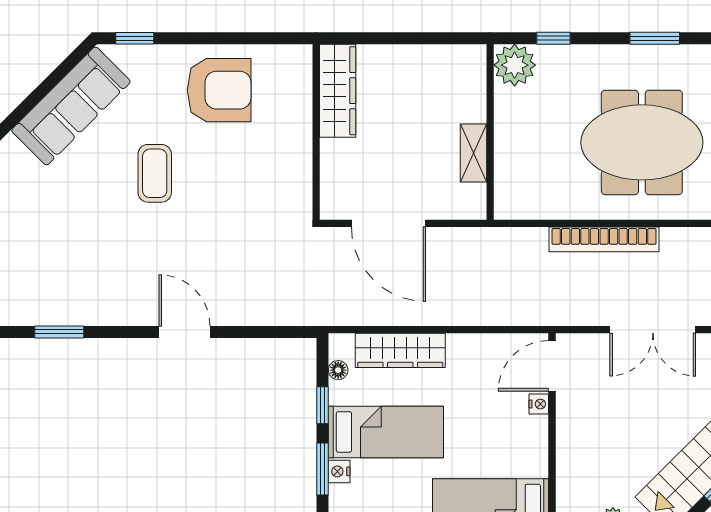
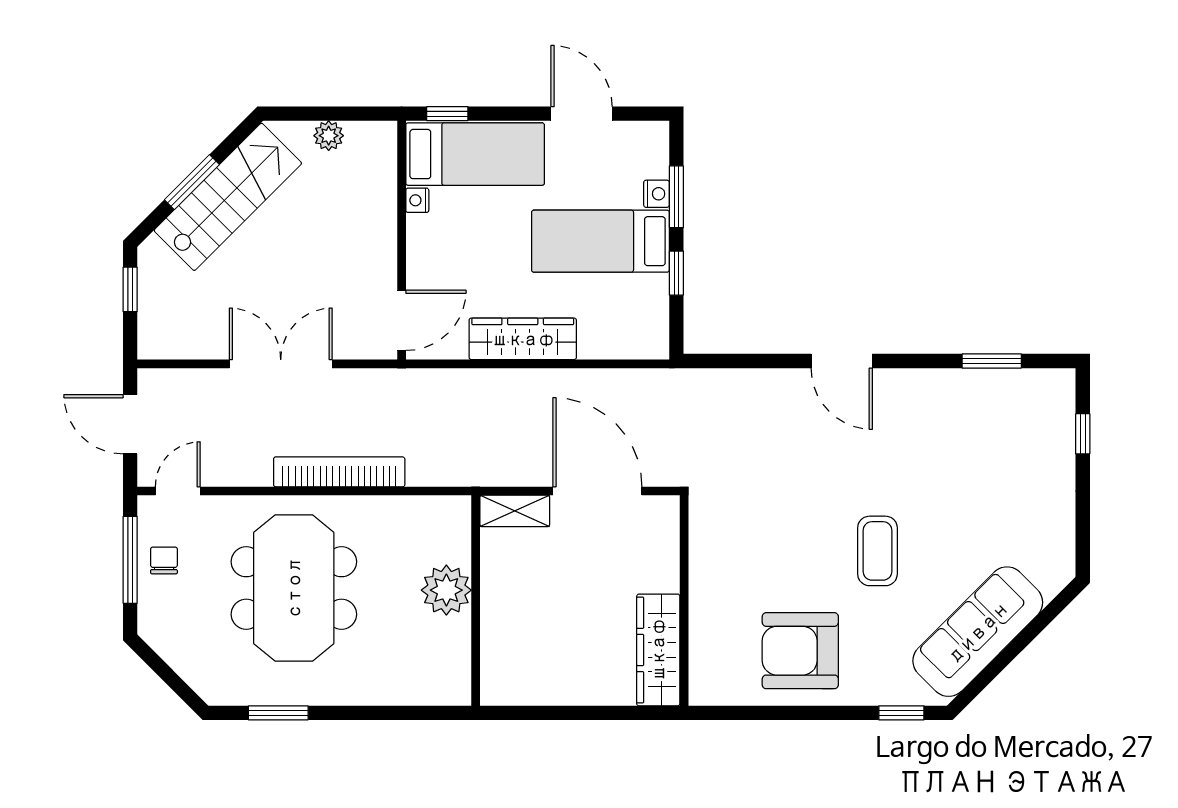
window: (553, 38) -> (400, 713), removed
plant: (515, 65) -> (446, 590), moved
meeting table: (642, 142) -> (294, 588), turned 90
shelving: (473, 153) -> (515, 511), moved, turned 90
wardrobe: (400, 350) -> (523, 339), moved
floor lamp: (338, 370) -> (658, 315), removed
nightstand: (539, 404) -> (417, 200), moved

